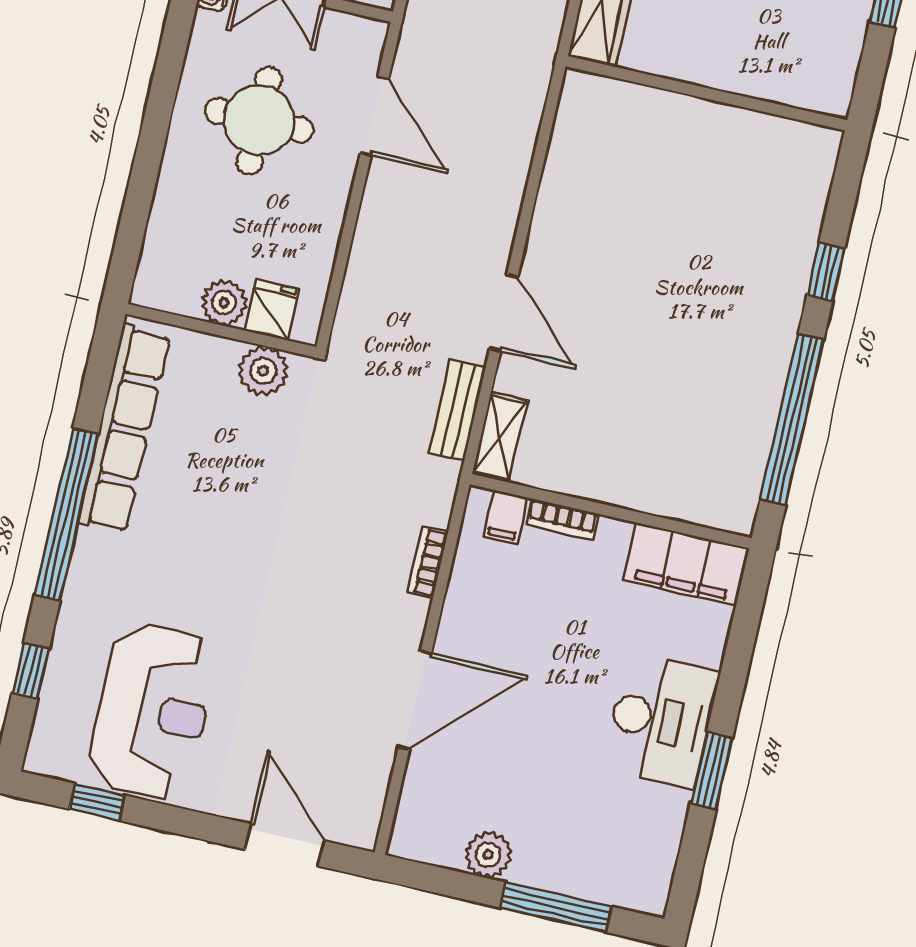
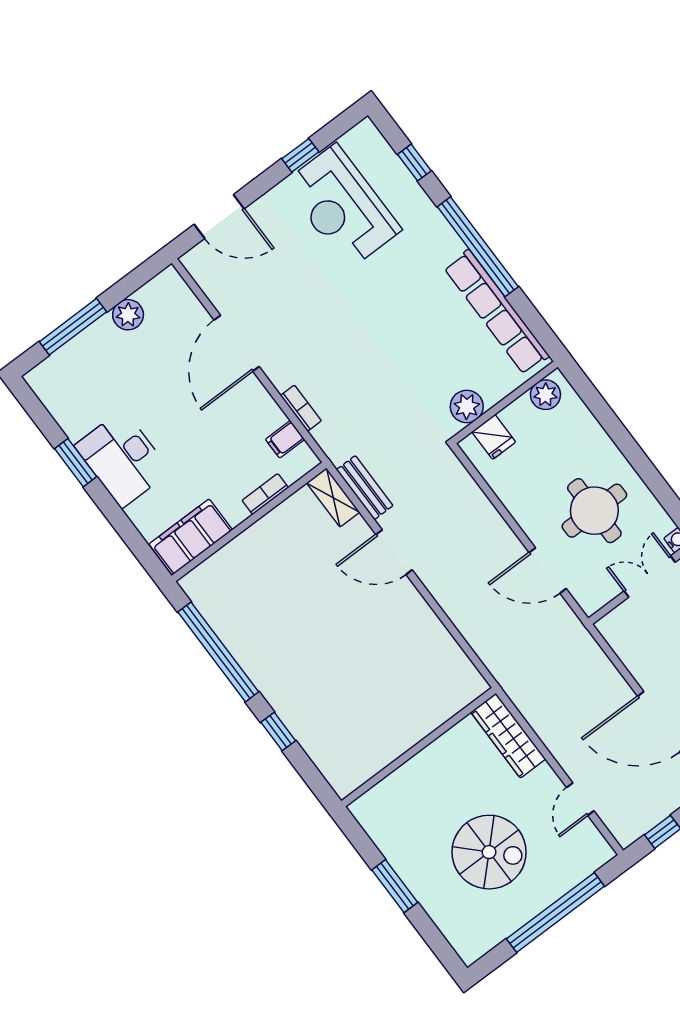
plant: (224, 303) -> (545, 395), moved
filing cabinet: (506, 517) -> (285, 439), moved, turned -90
window: (97, 802) -> (300, 155), moved

